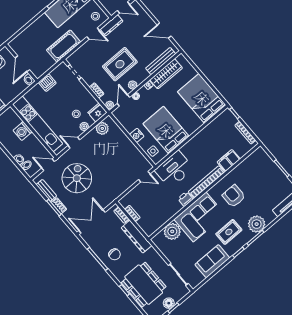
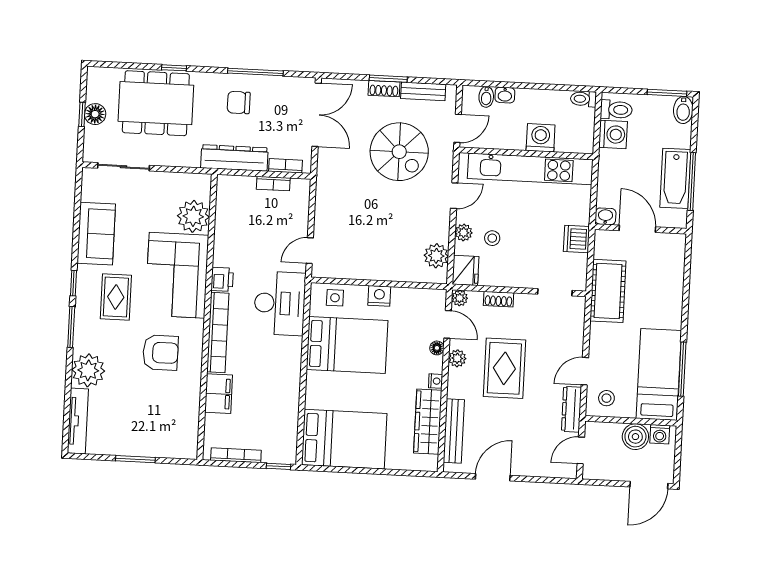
cot: (64, 46) -> (608, 291), moved
plant: (257, 224) -> (88, 370), moved

